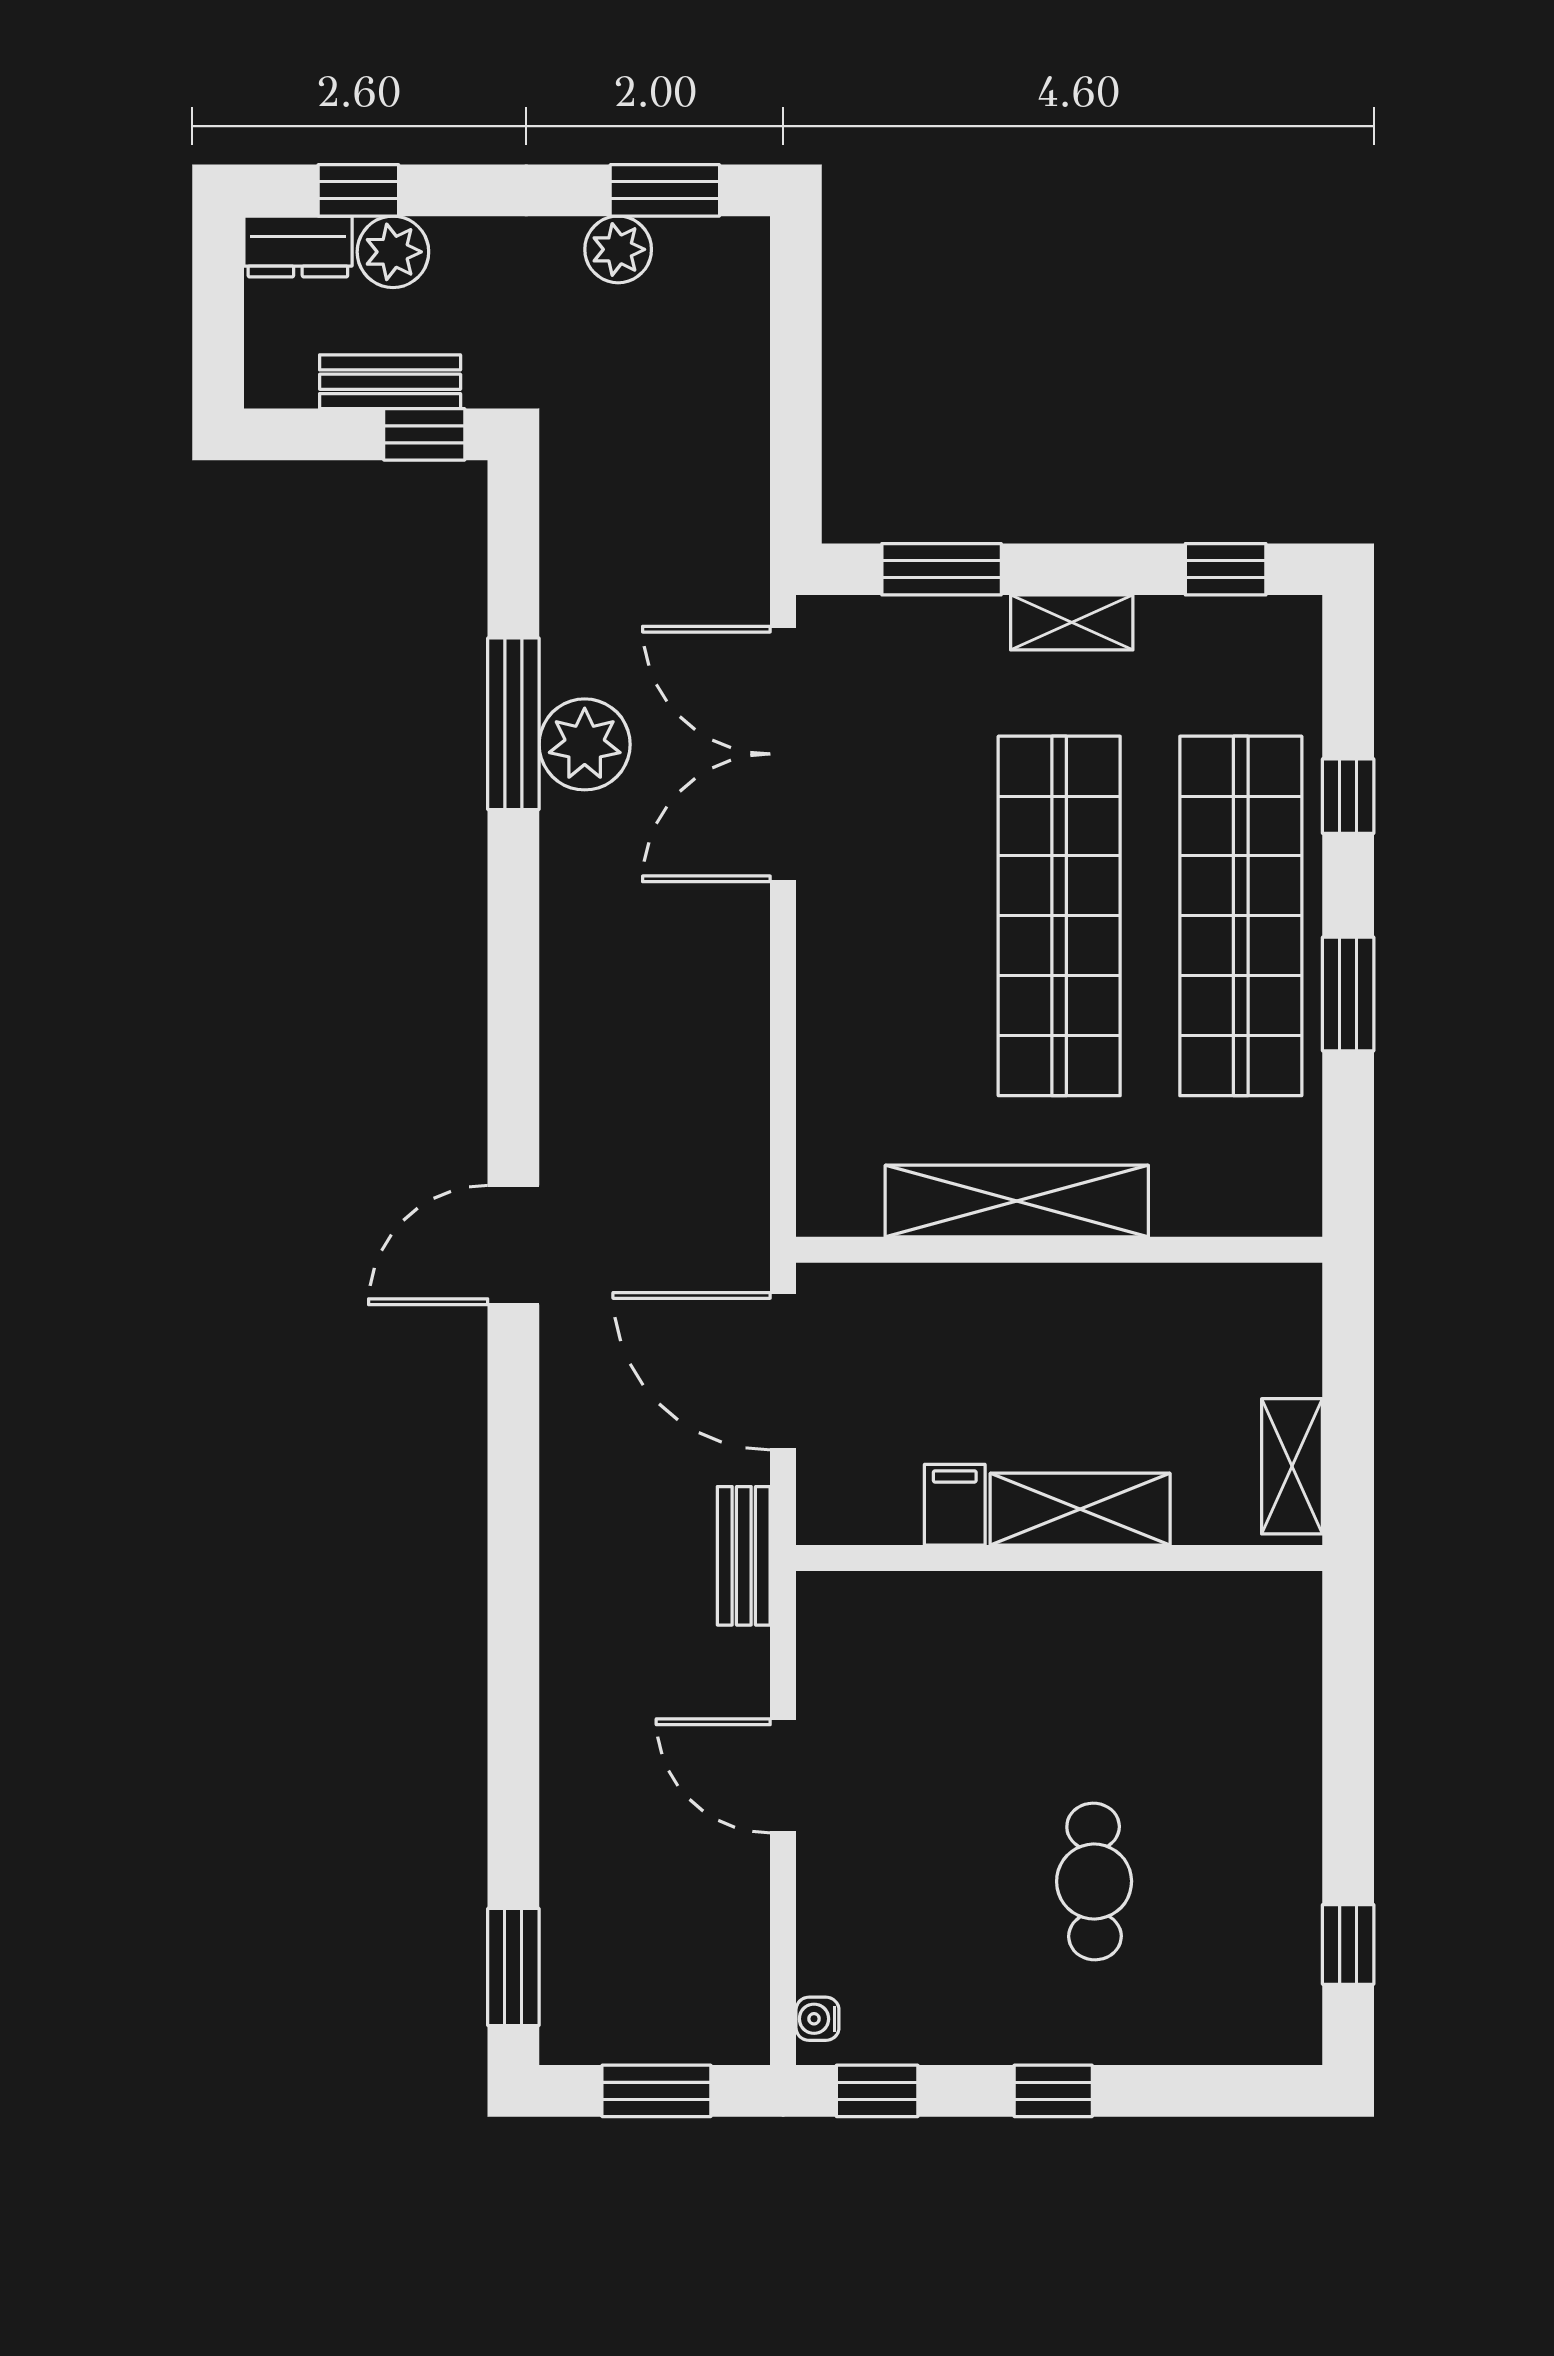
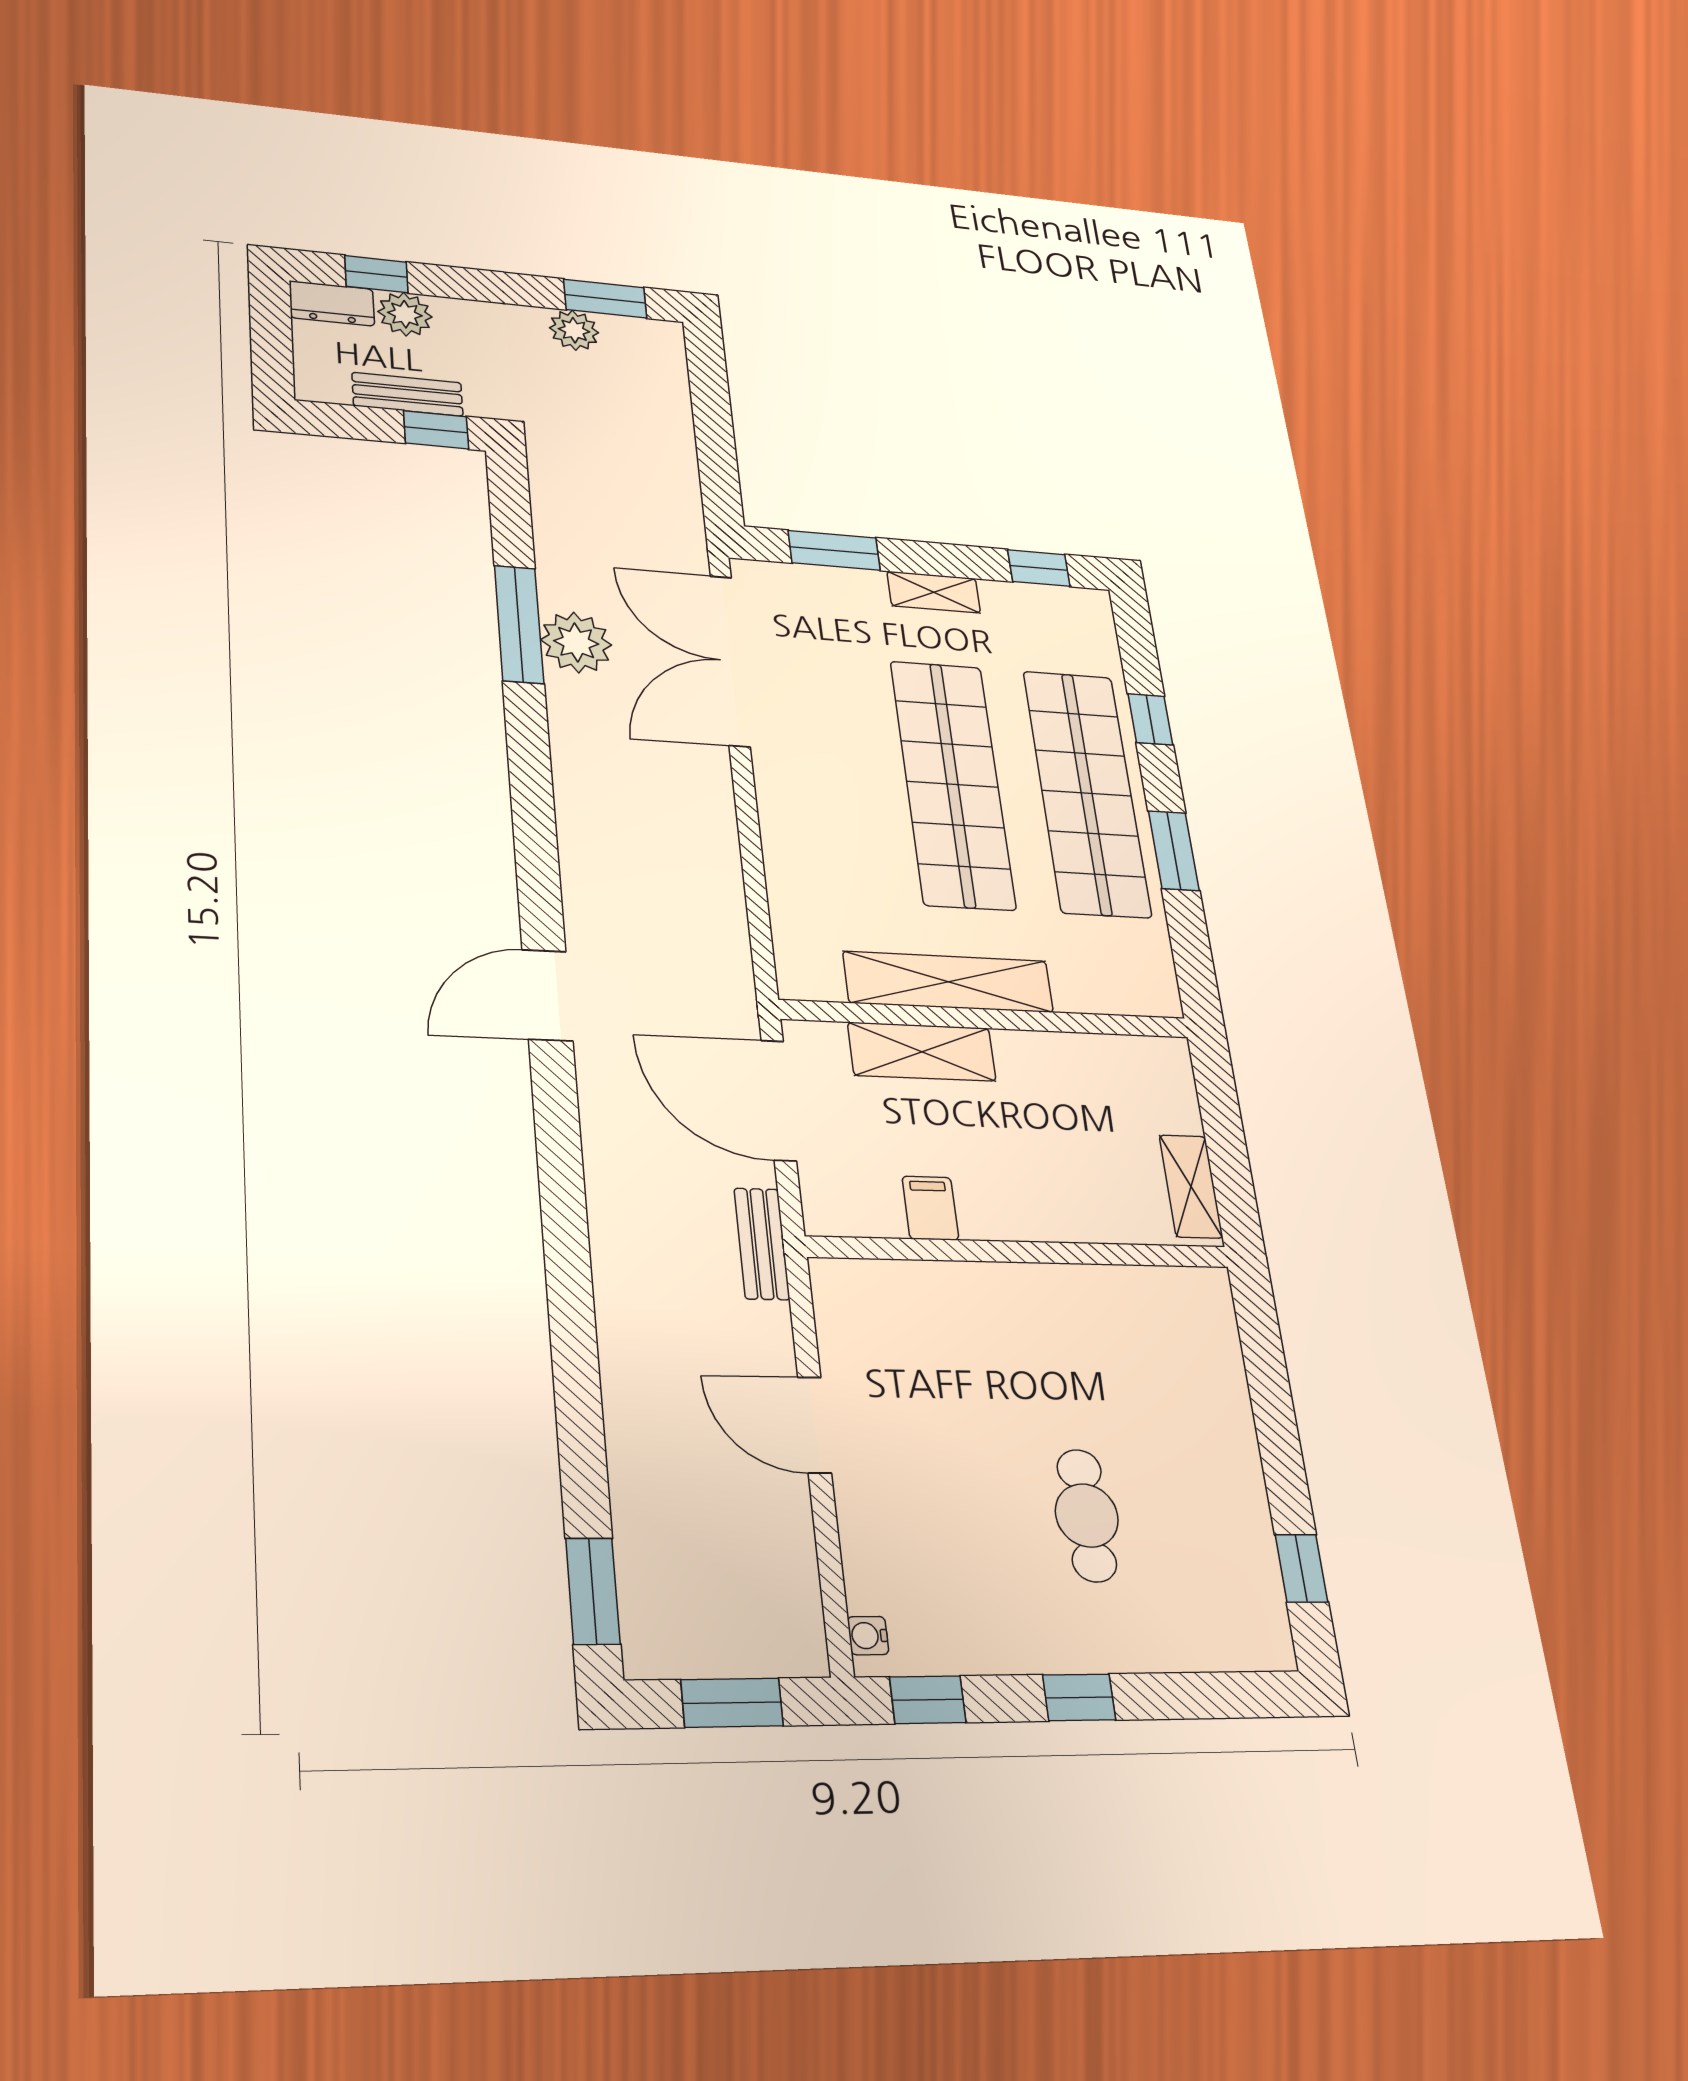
shelving: (1080, 1509) -> (922, 1052), moved

